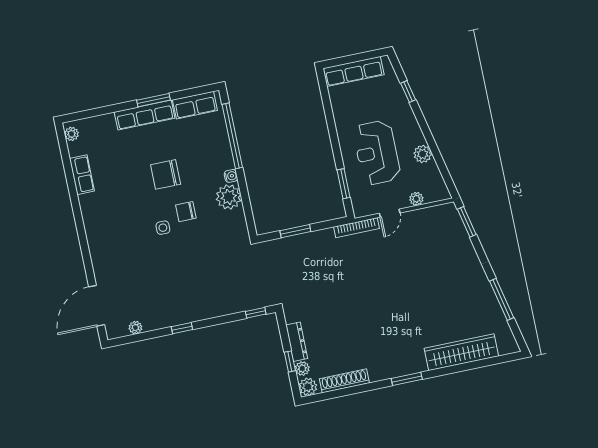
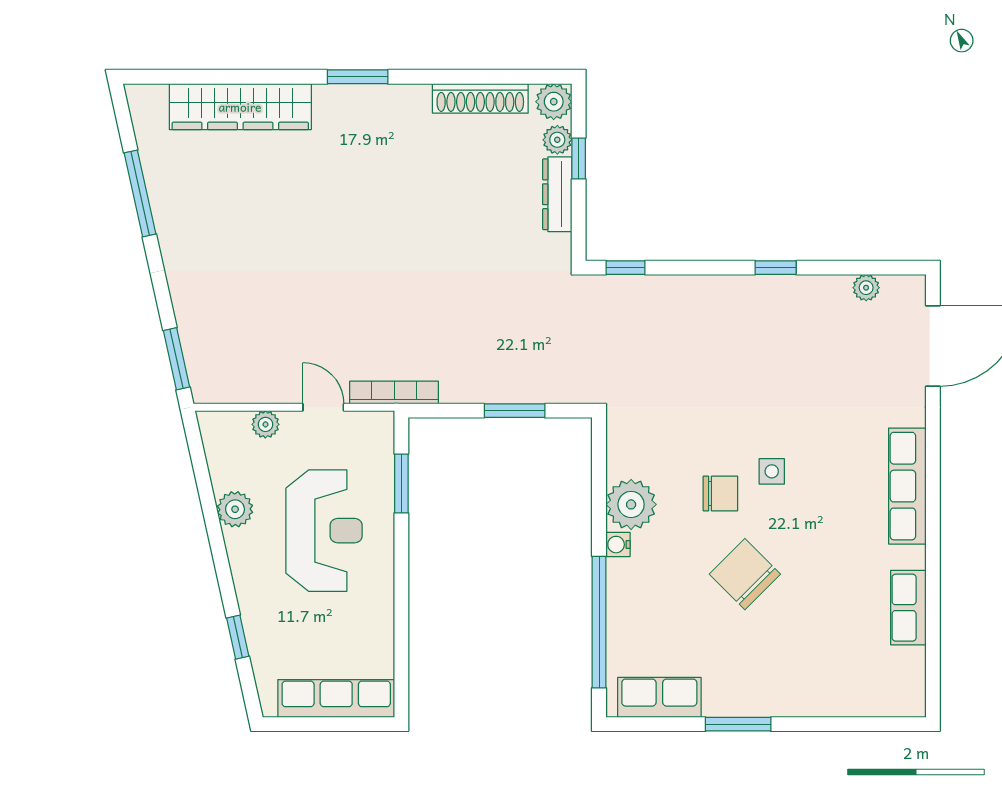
row of seats: (145, 115) -> (907, 486), moved, turned -90
plant: (72, 134) -> (912, 692), removed
chair: (166, 174) -> (745, 574), turned -135
door: (390, 213) -> (323, 407), hinge flipped

